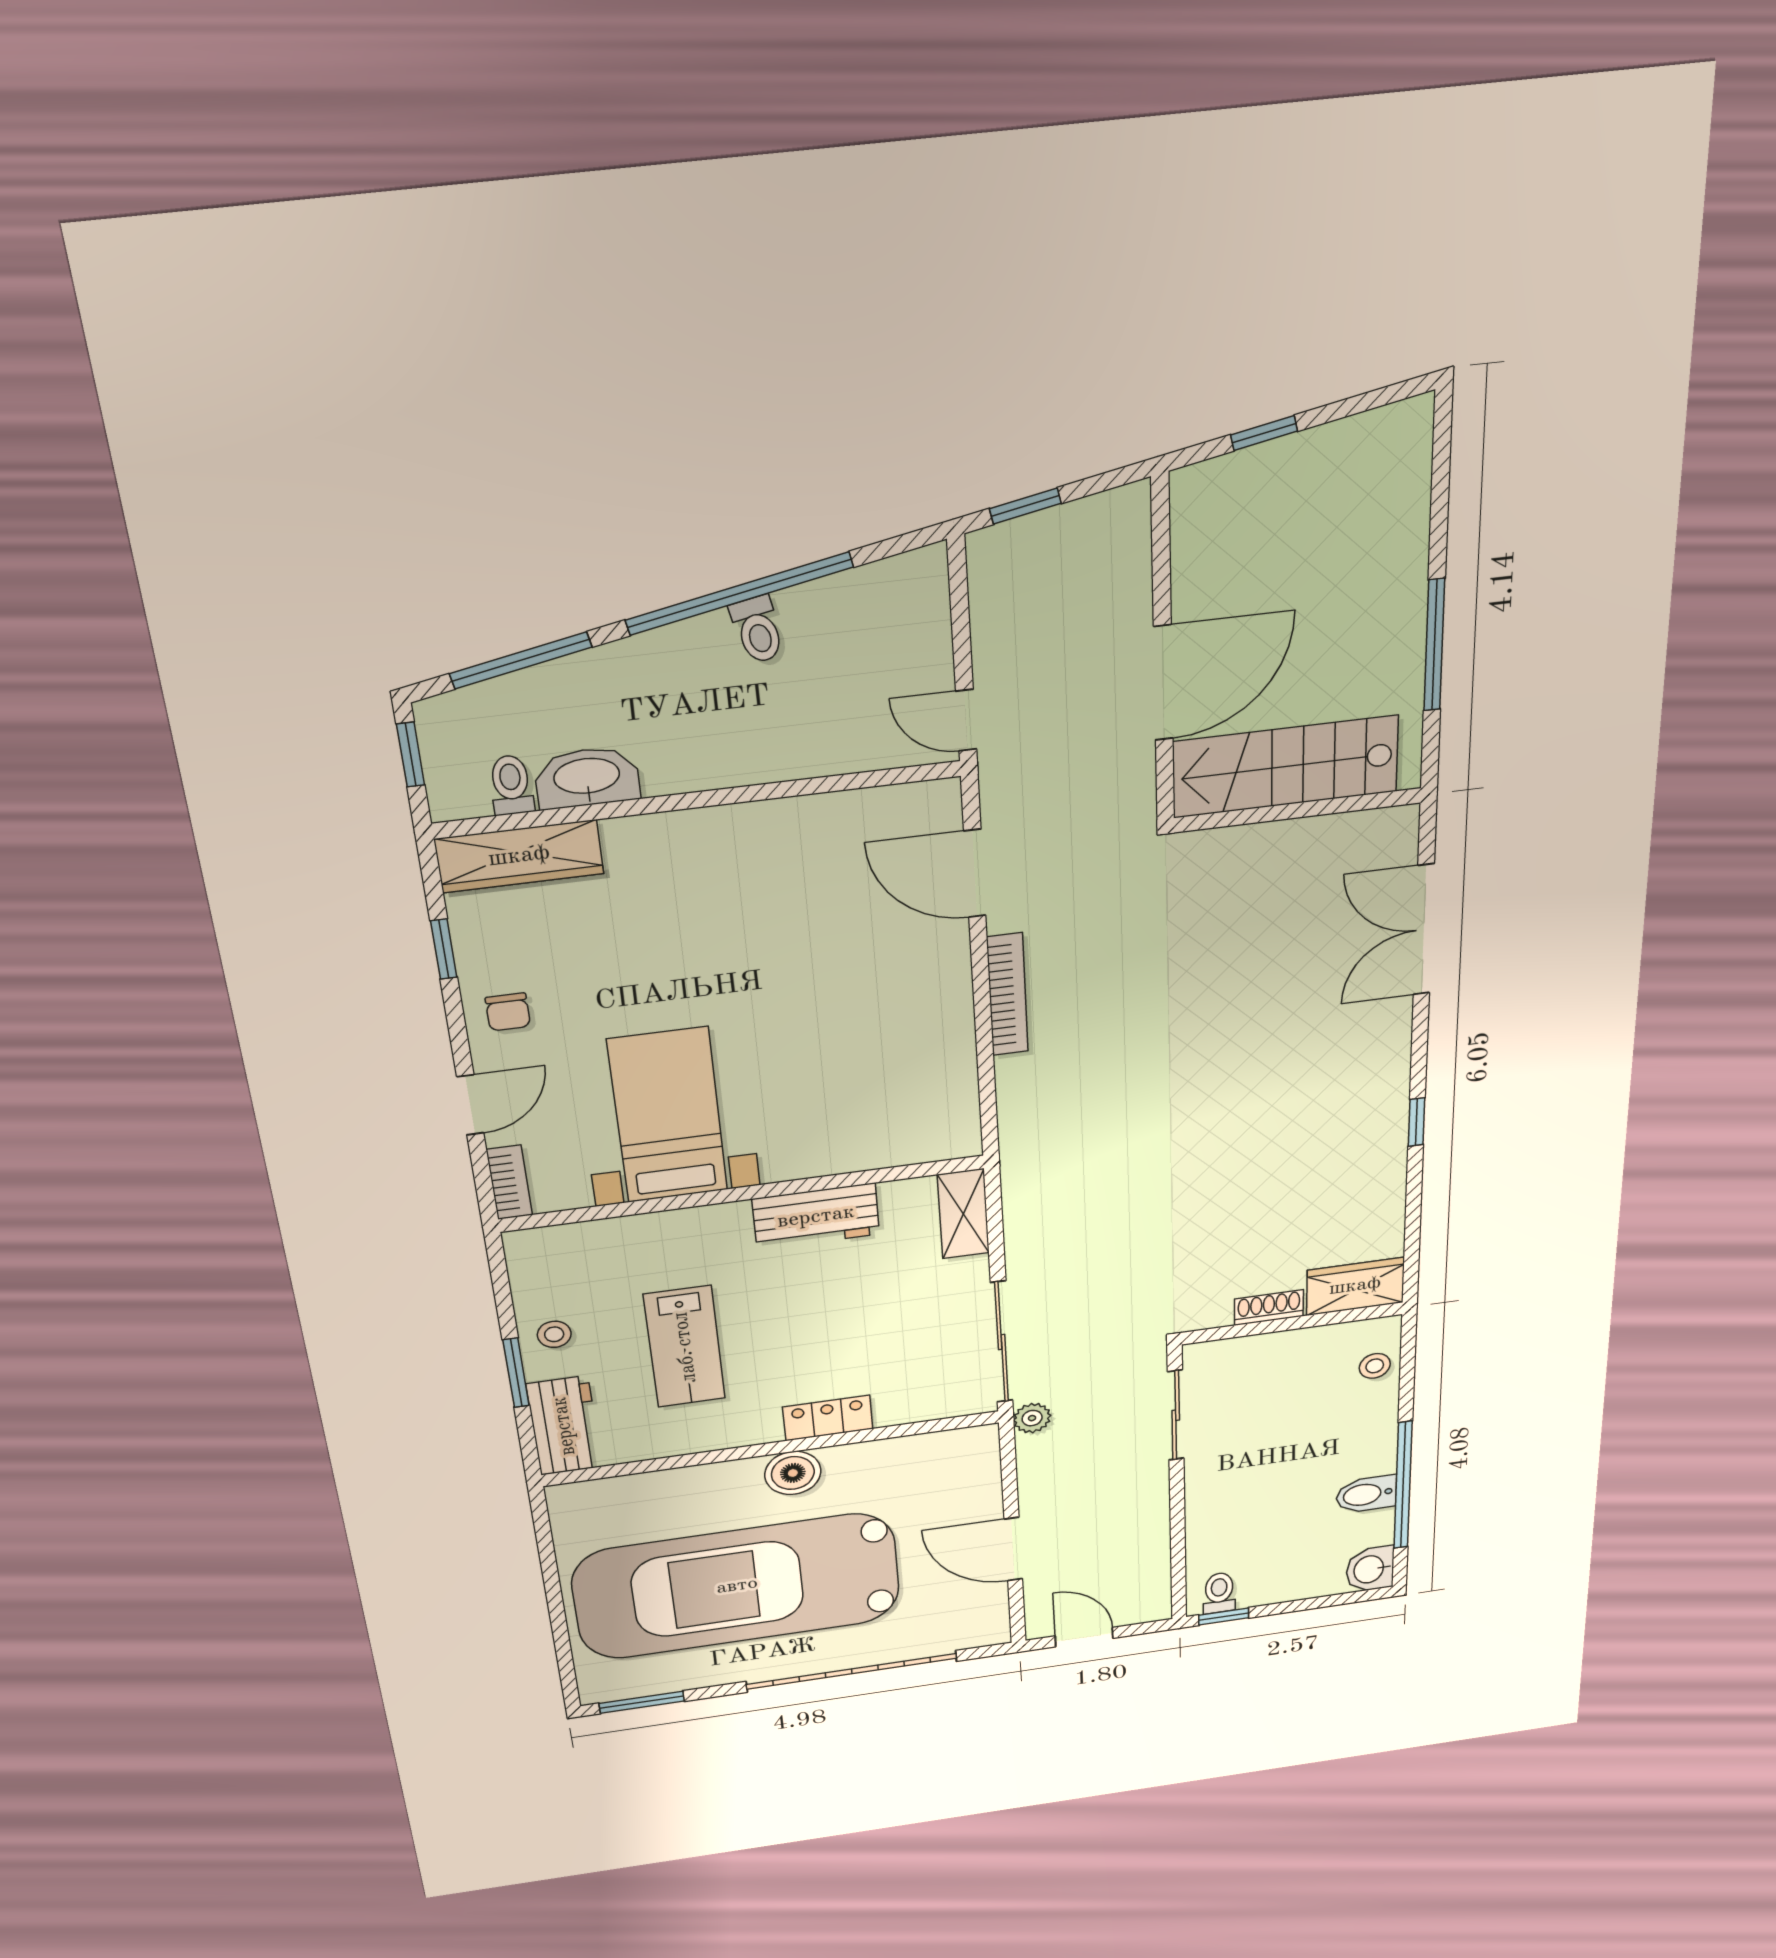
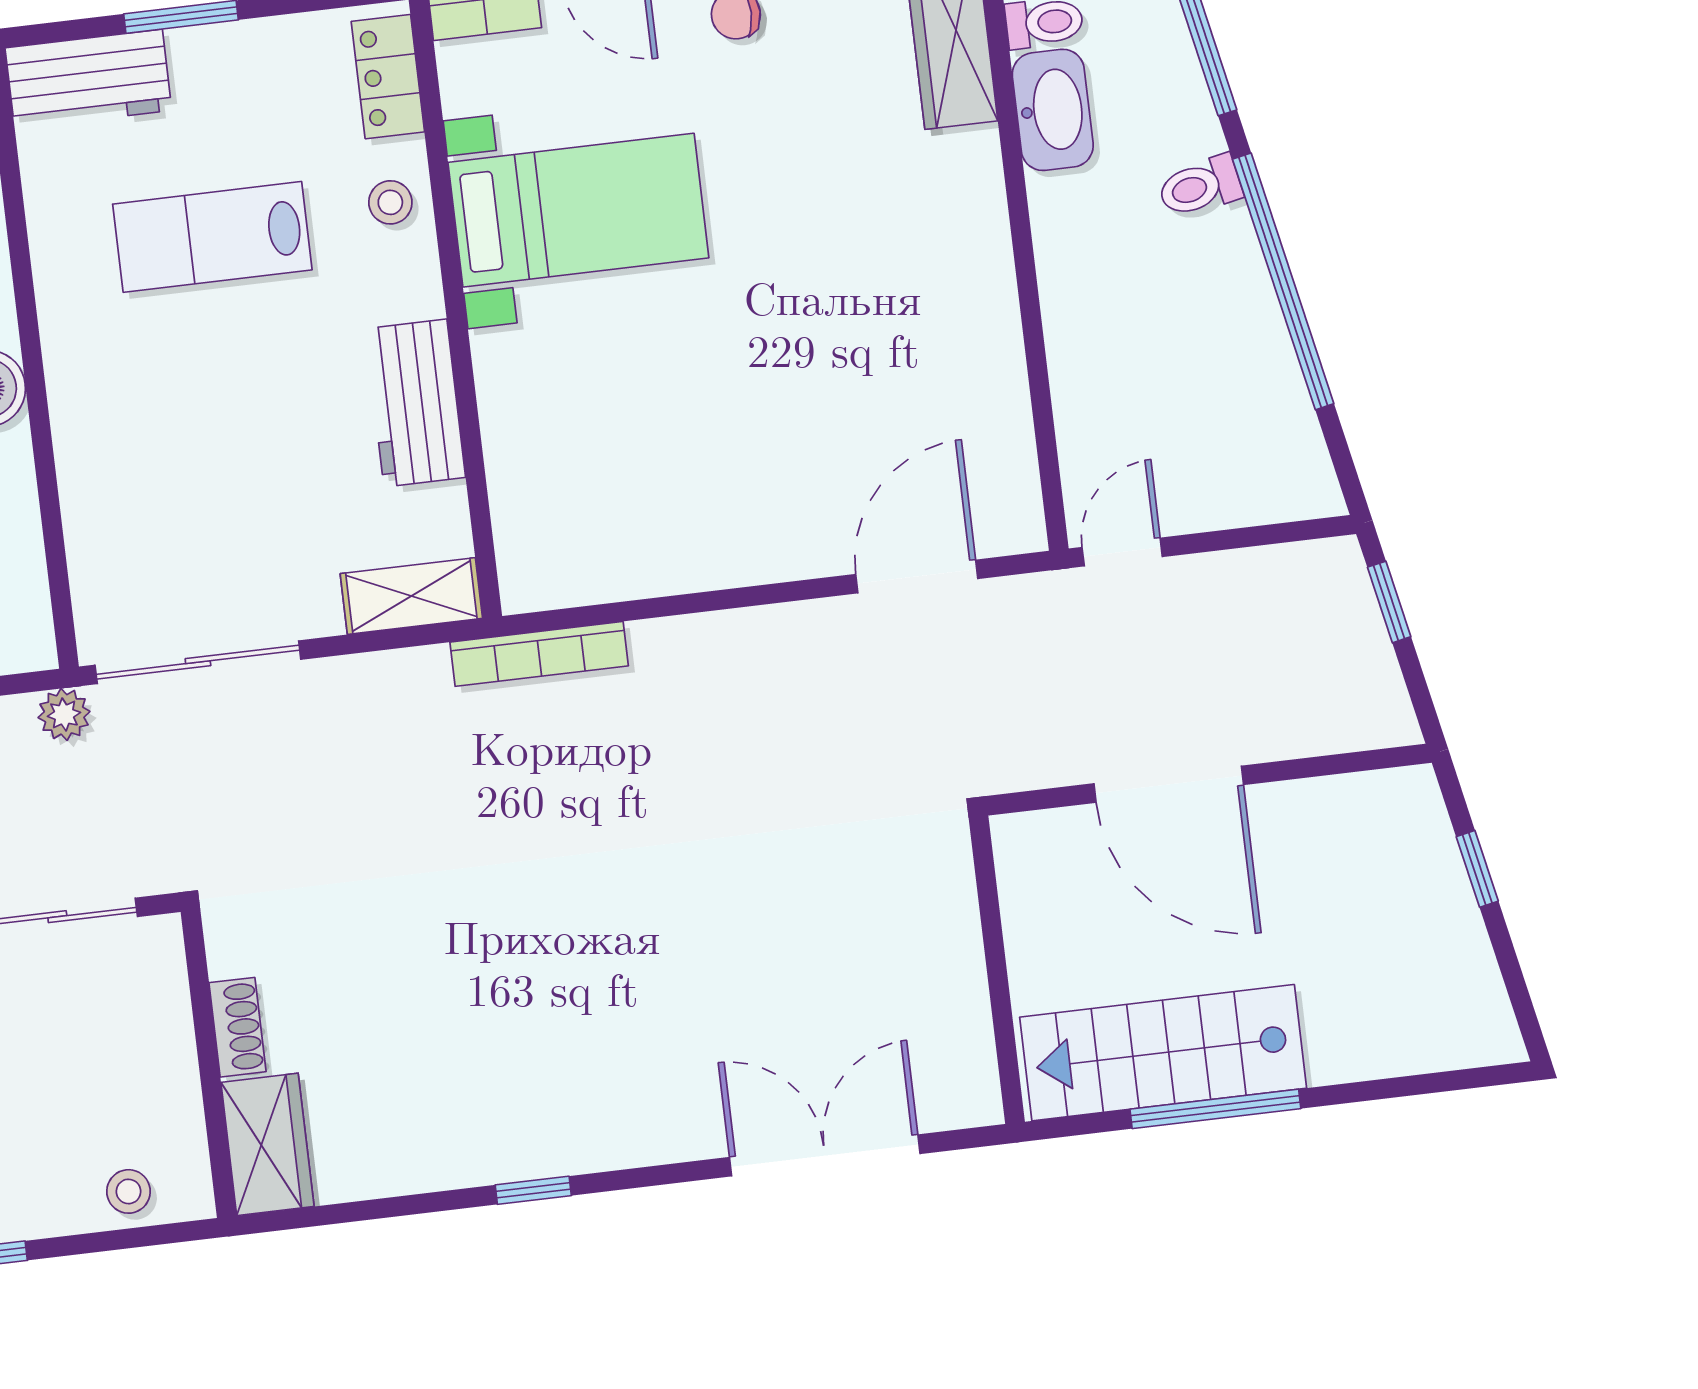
toilet: (758, 630) -> (1200, 187), moved
stairs: (1285, 767) -> (1163, 1053), moved, turned -90
bookcase: (1007, 995) -> (539, 654), moved
stool: (554, 1334) -> (390, 202), moved
locker: (828, 1418) -> (388, 77), moved, turned 180

